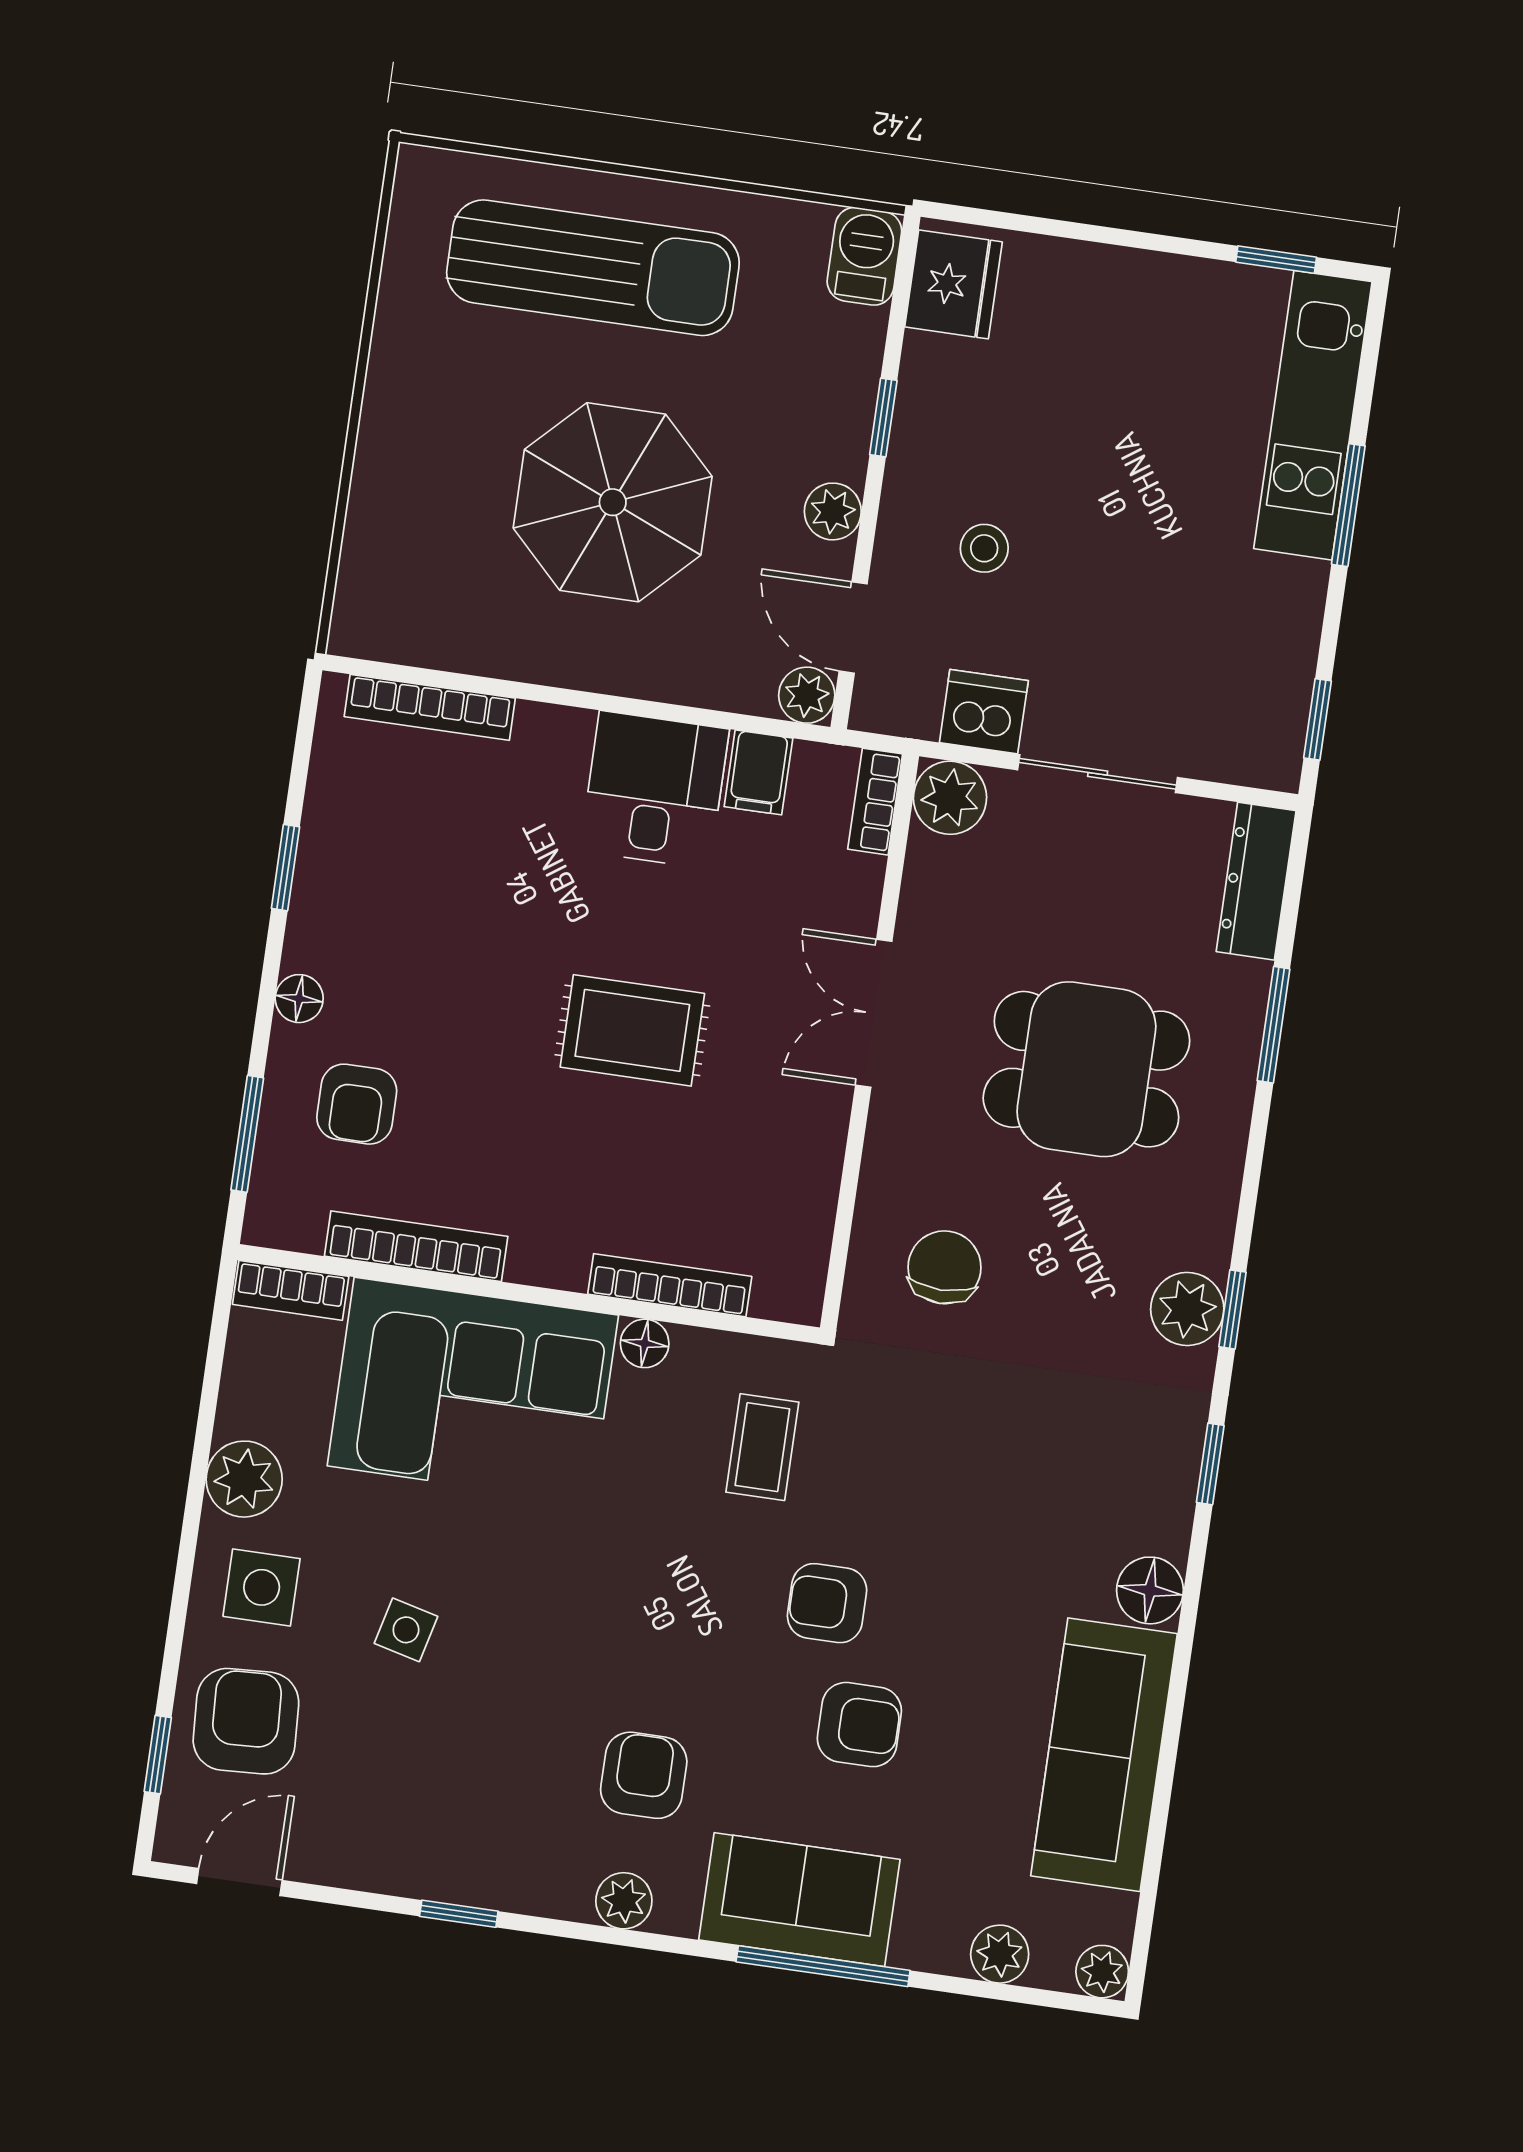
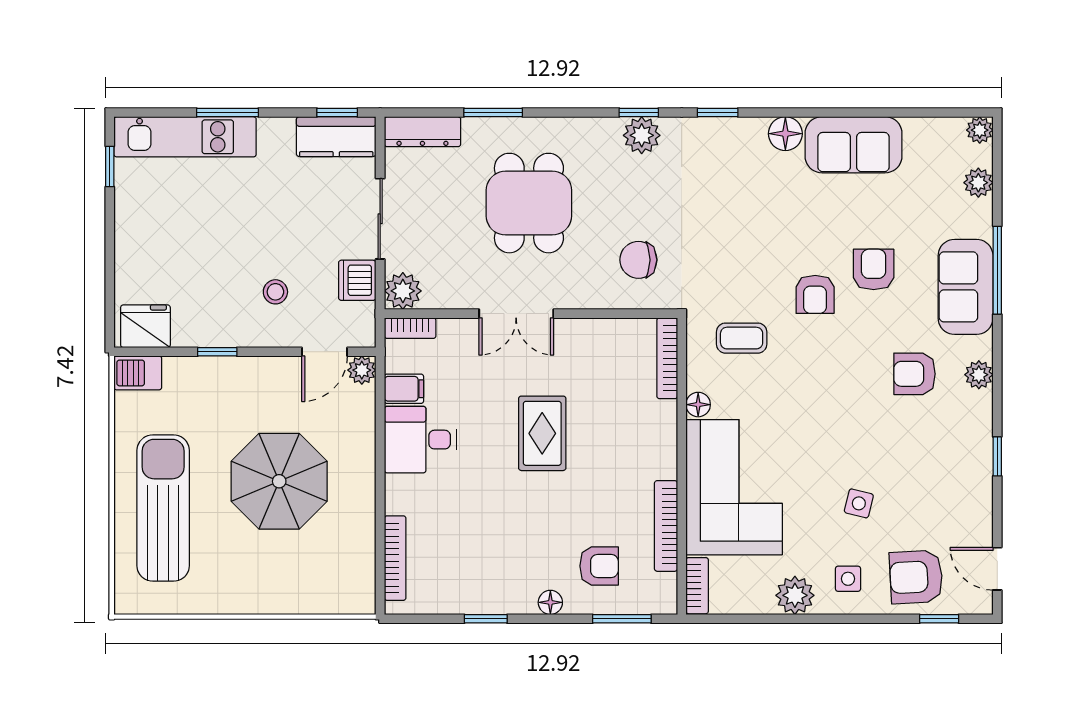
plant: (833, 511) -> (268, 370), removed
kitchen counter: (1271, 711) -> (336, 137), added
bookcase: (670, 1285) -> (667, 358), moved
side table: (262, 1587) -> (848, 579), width x0.73, depth x0.73
sofa: (1104, 1755) -> (854, 145), width x0.73

